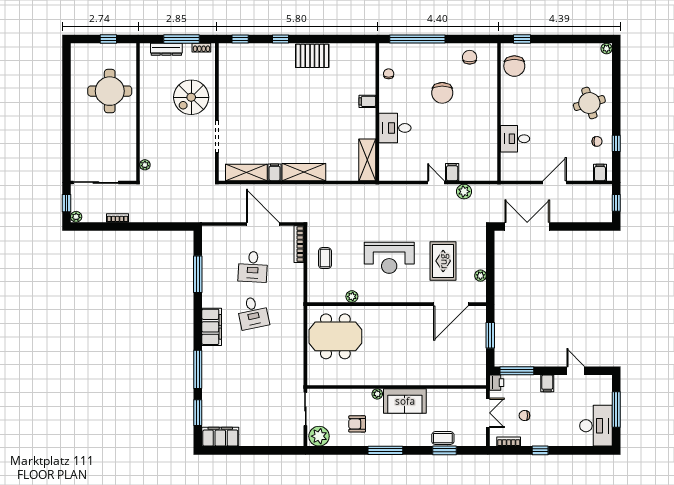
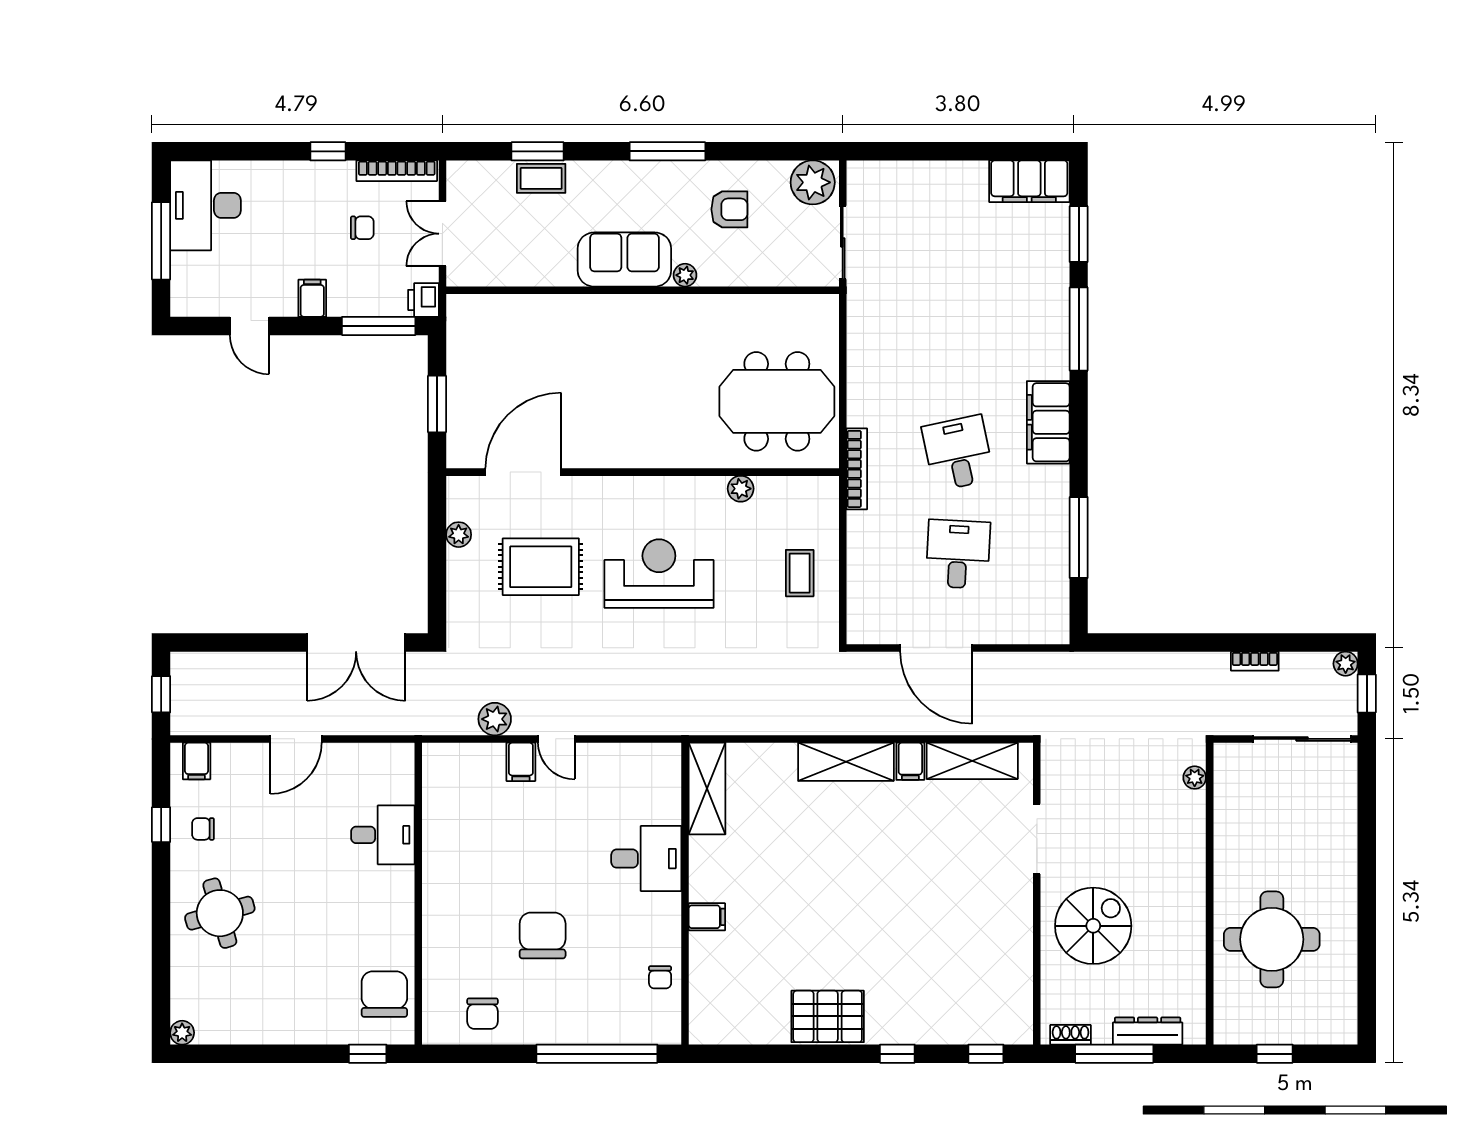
bookcase: (299, 244) -> (857, 469), moved
rug: (443, 261) -> (541, 567), turned 90
bookcase: (509, 442) -> (397, 171), width x1.56

